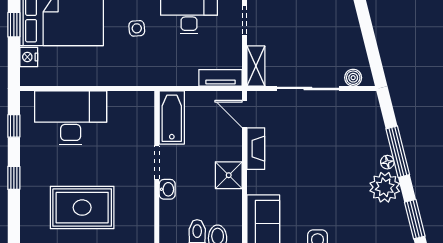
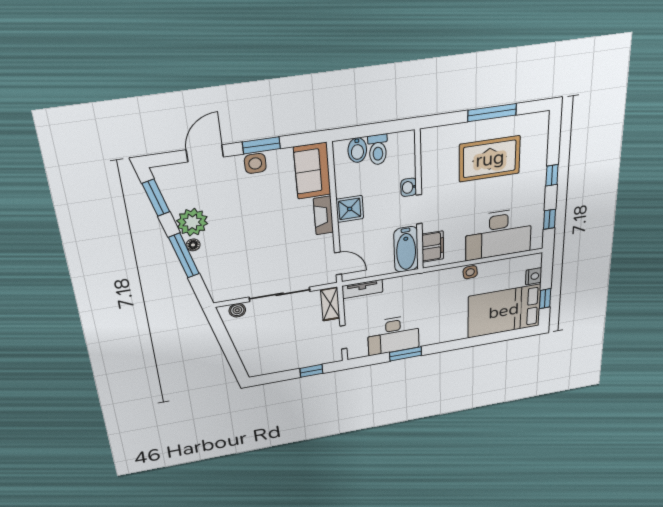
side table: (137, 28) -> (470, 272), moved
filing cabinet: (143, 116) -> (433, 247), added
fireplace: (256, 149) -> (323, 215), moved

